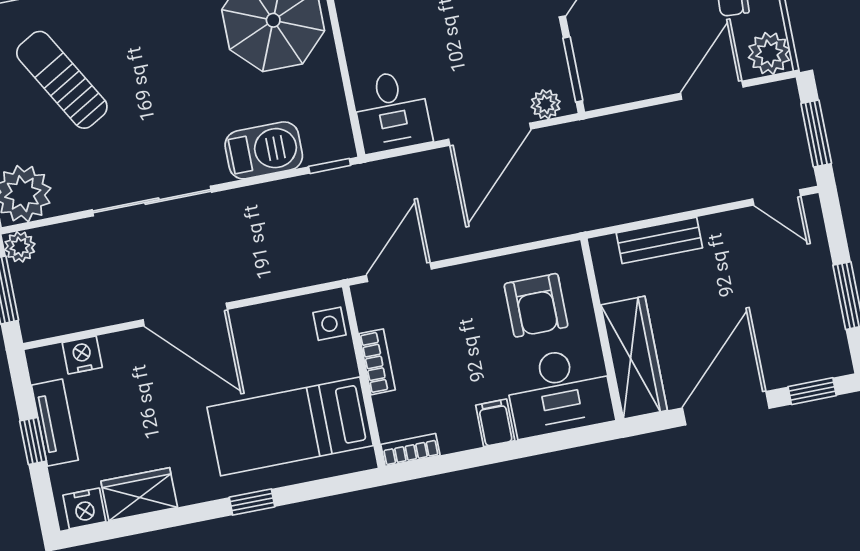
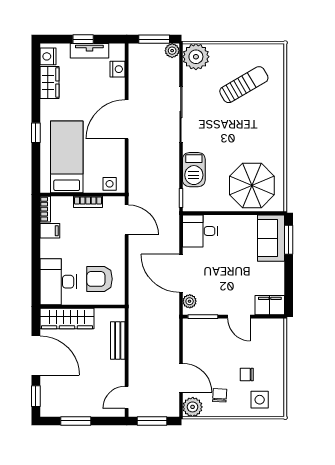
filing cabinet: (495, 423) -> (50, 231), moved

